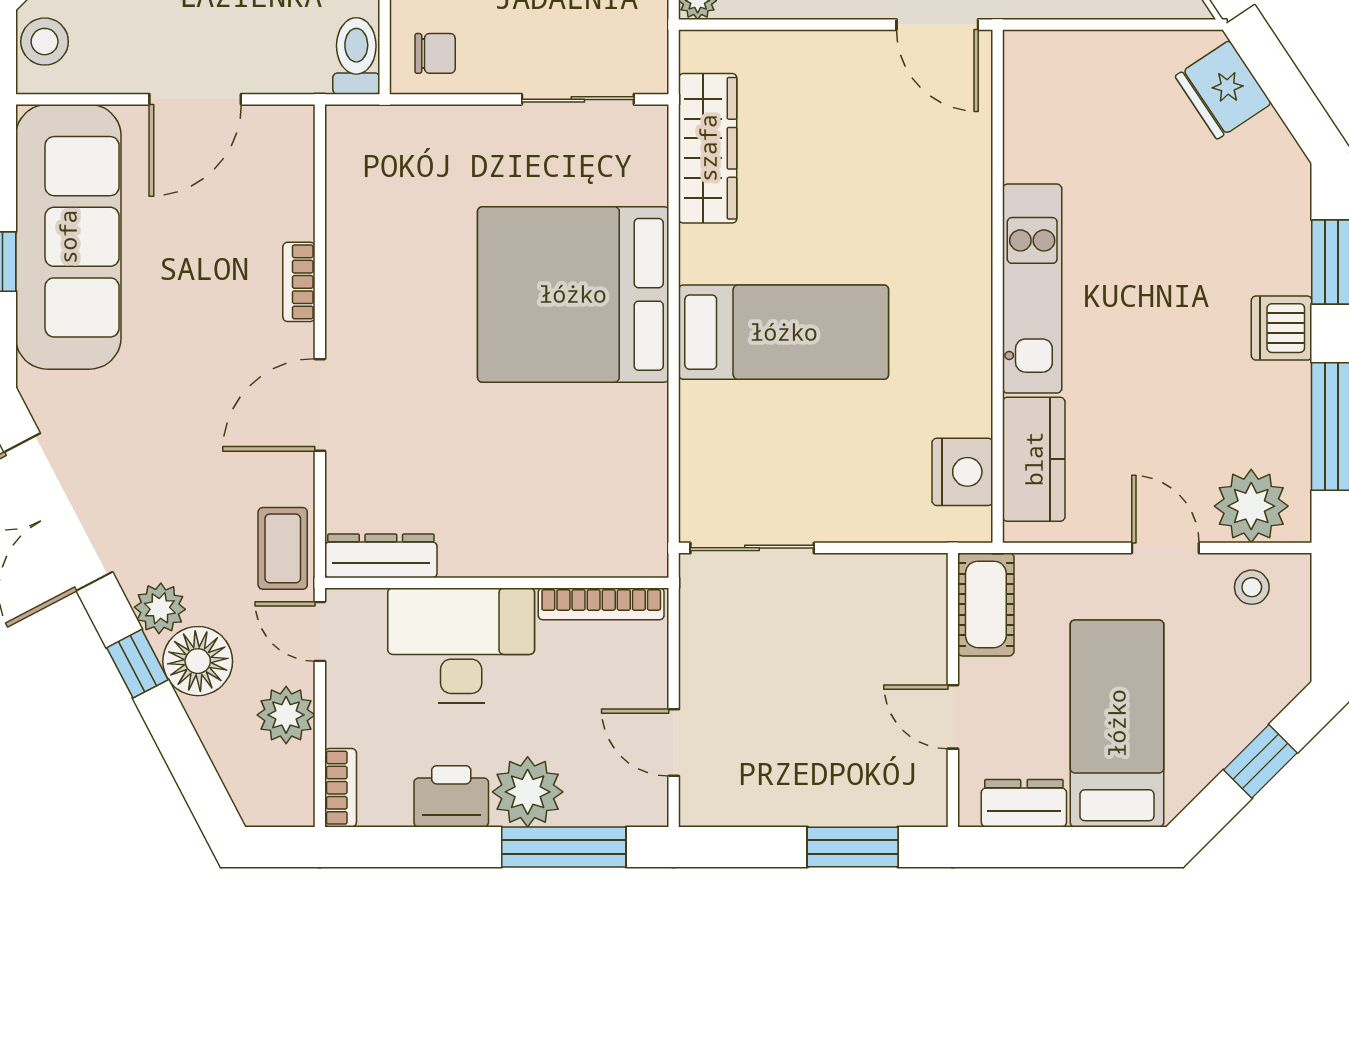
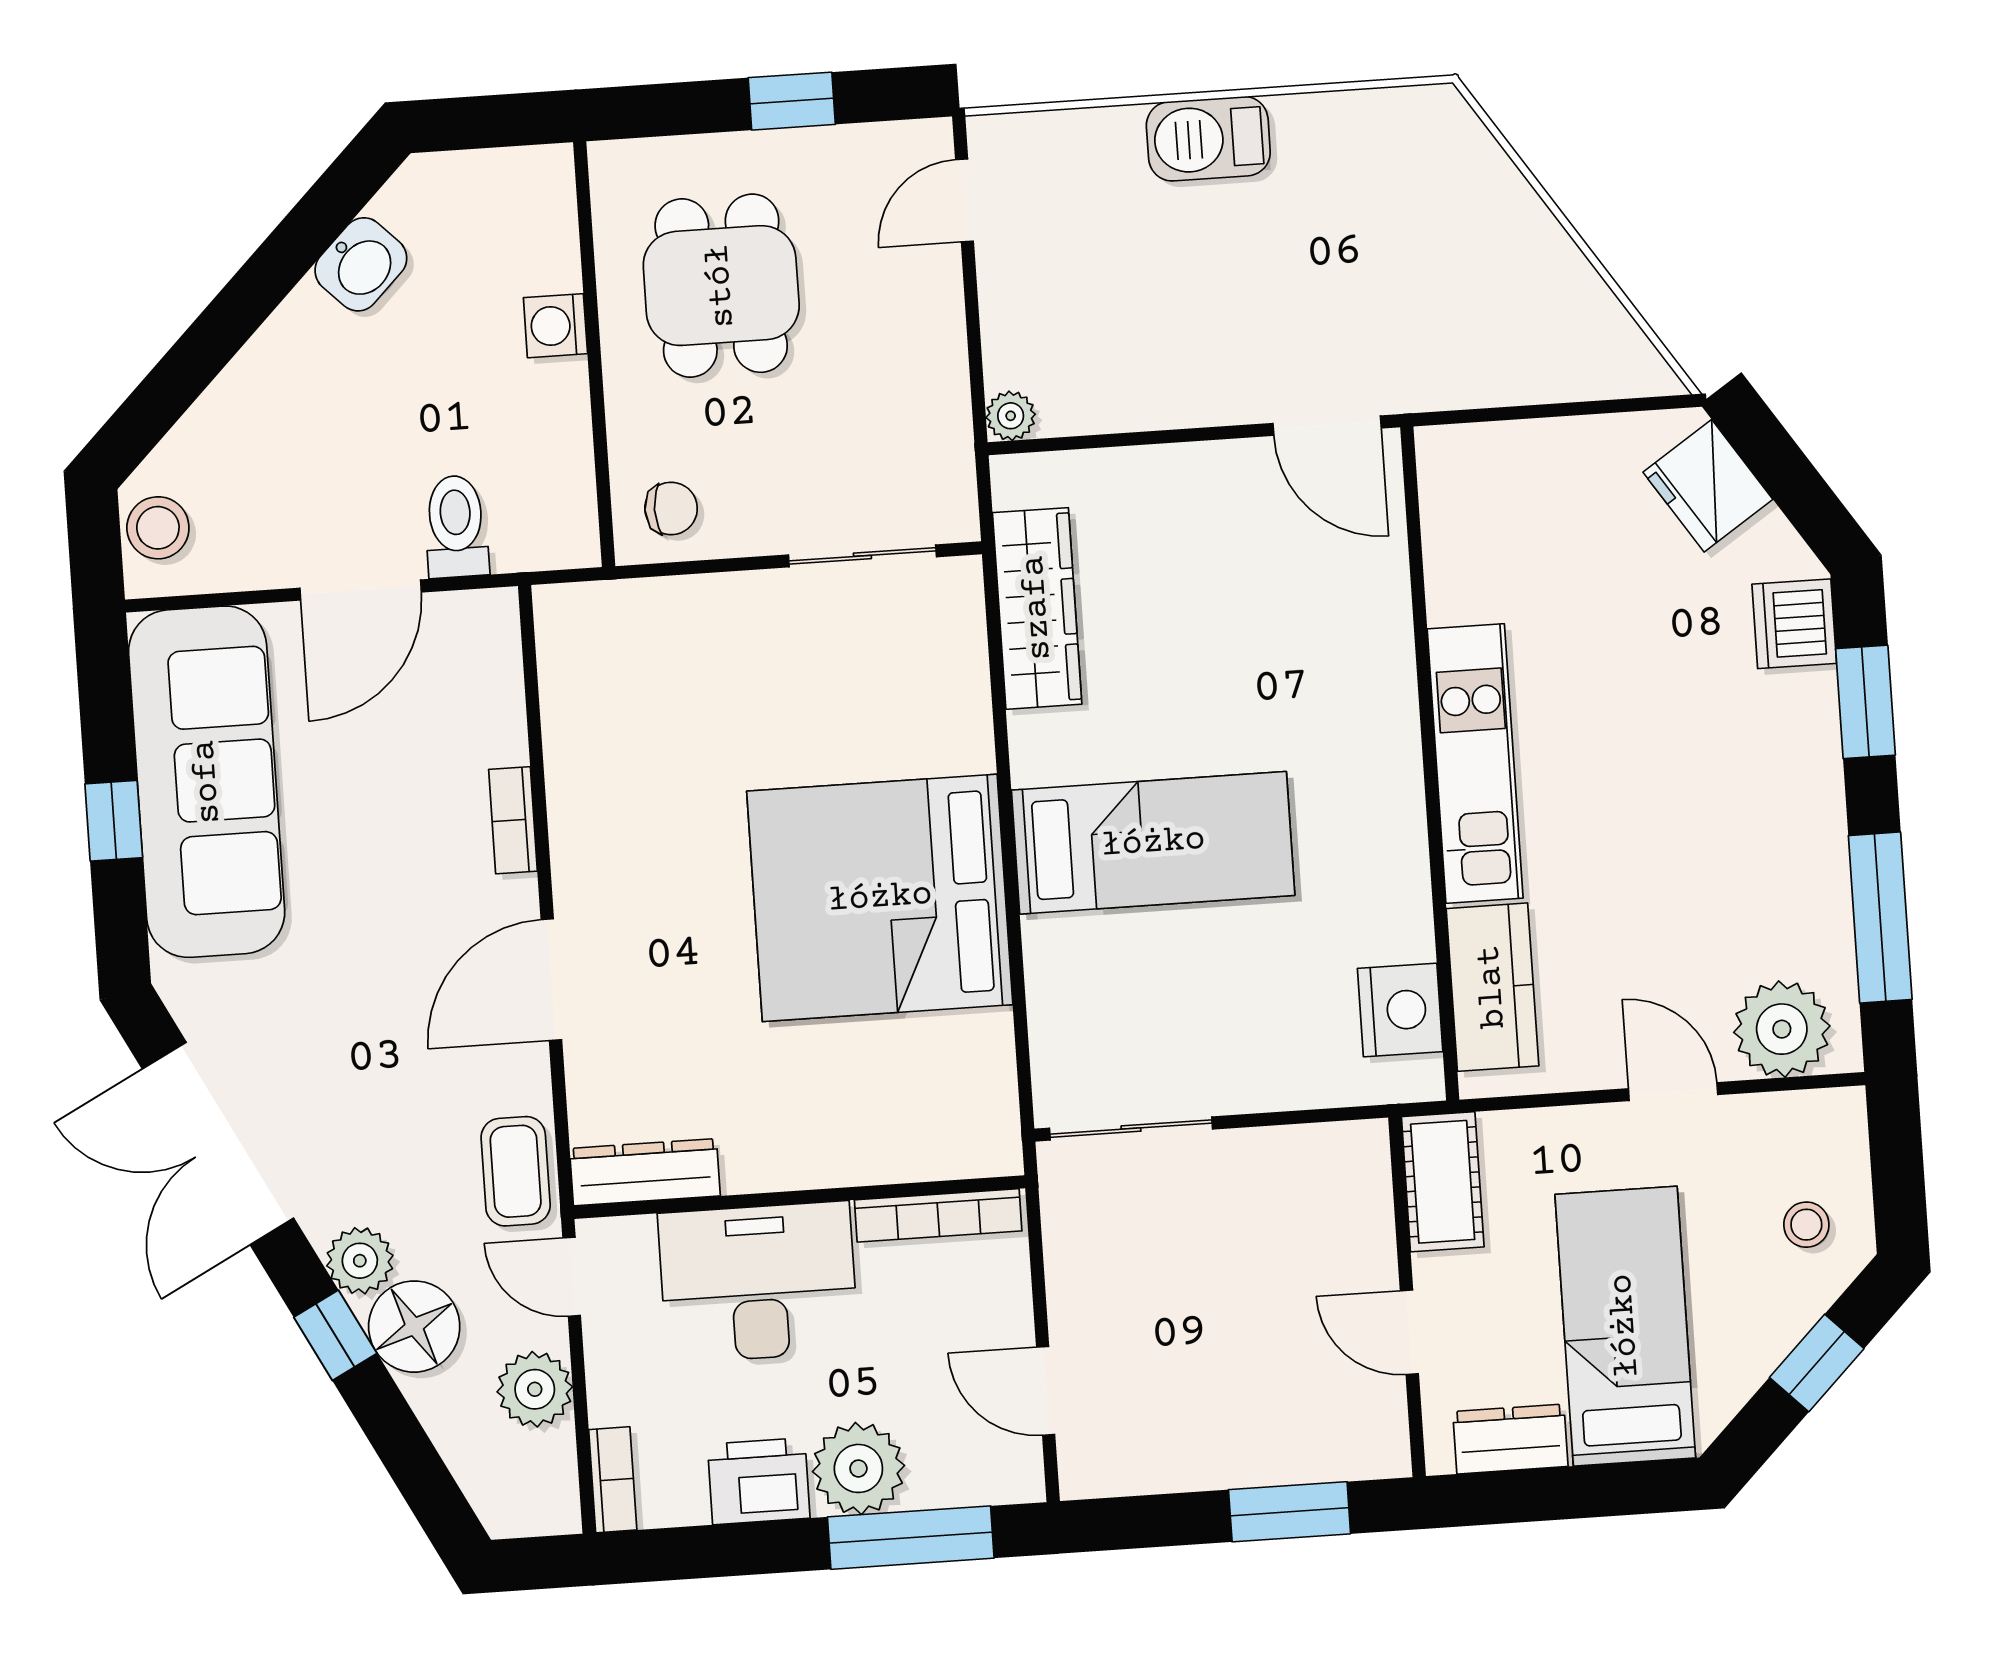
toilet: (356, 56) -> (456, 526), moved
bed: (573, 294) -> (880, 898), moved
dishwasher: (1282, 328) -> (1794, 624), moved
stool: (1252, 587) -> (1806, 1225), moved

